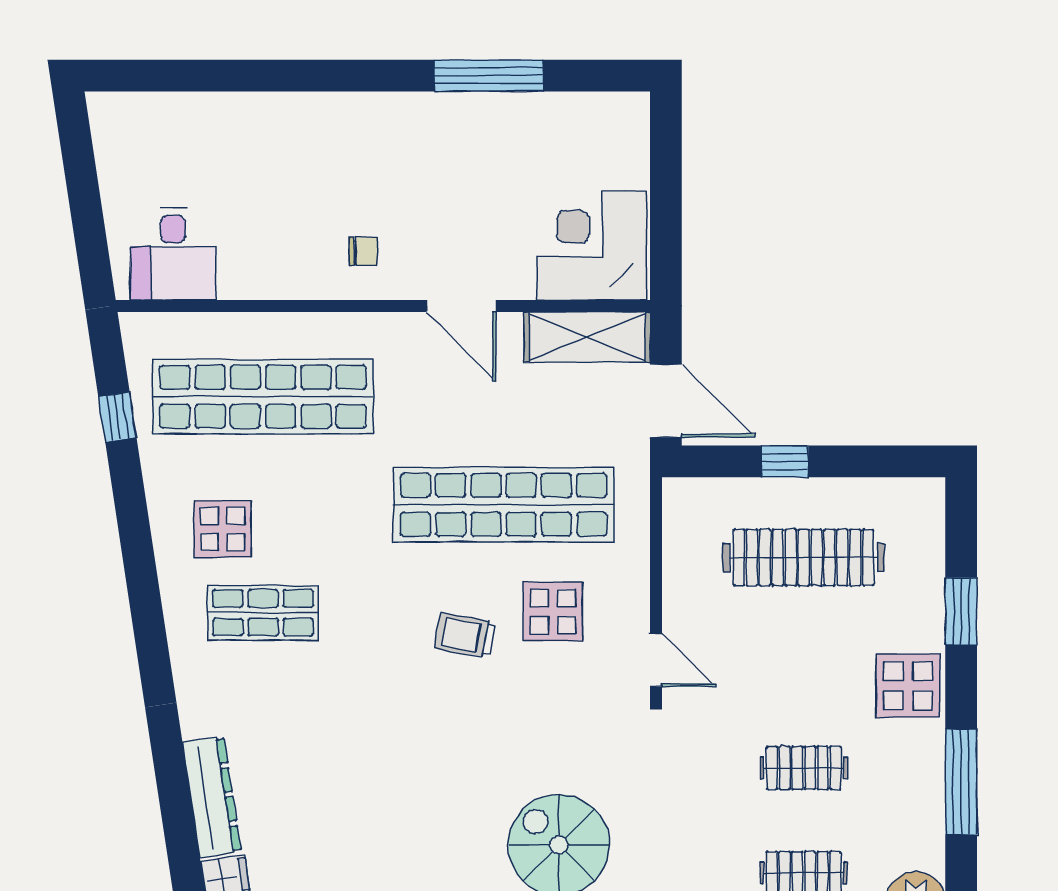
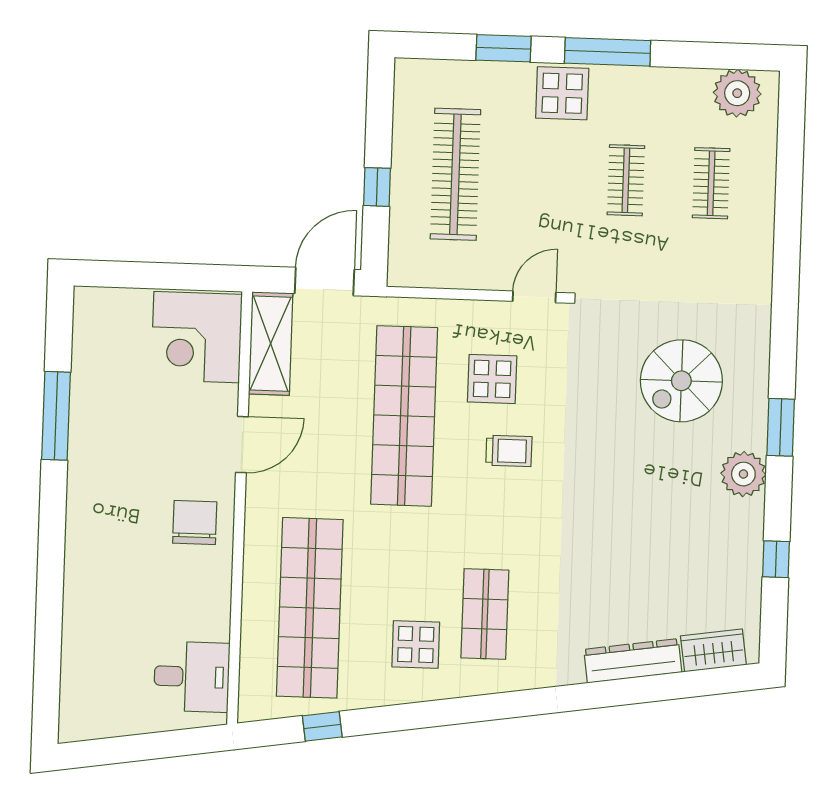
chair: (363, 251) -> (195, 523), width x1.87, depth x1.87
trolley: (465, 635) -> (509, 451), turned -100
window: (961, 782) -> (608, 52), moved

